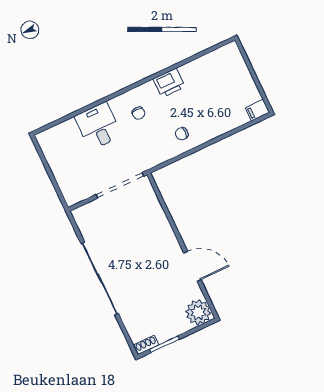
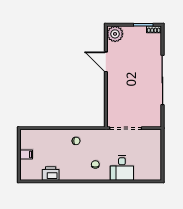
printer: (169, 83) -> (51, 173), moved
filing cabinet: (257, 110) -> (26, 154), moved

